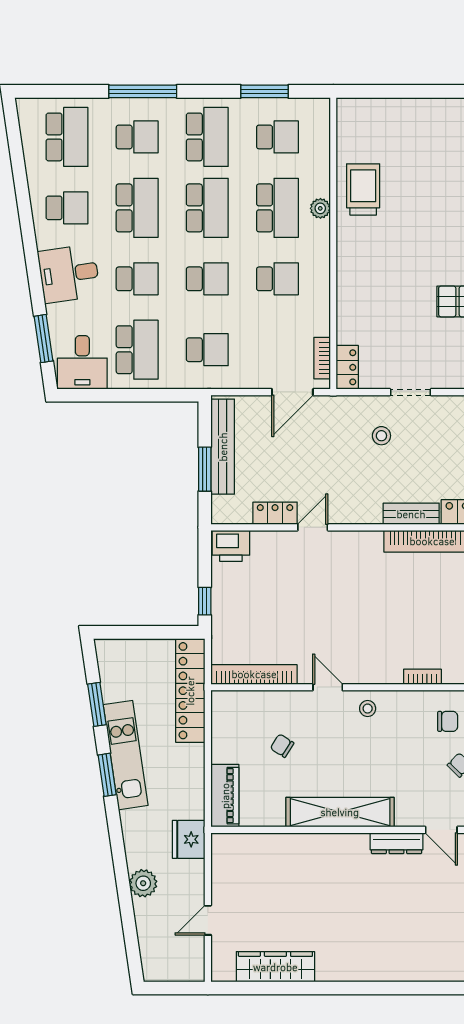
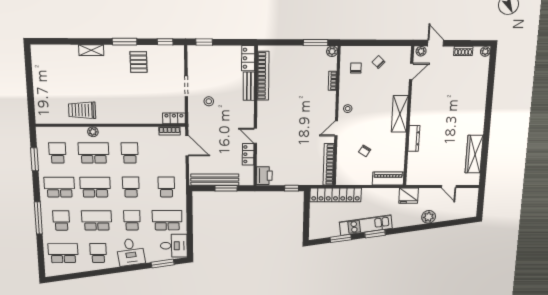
shelving: (340, 812) -> (400, 114), width x0.68
dresser: (396, 843) -> (414, 138), moved

